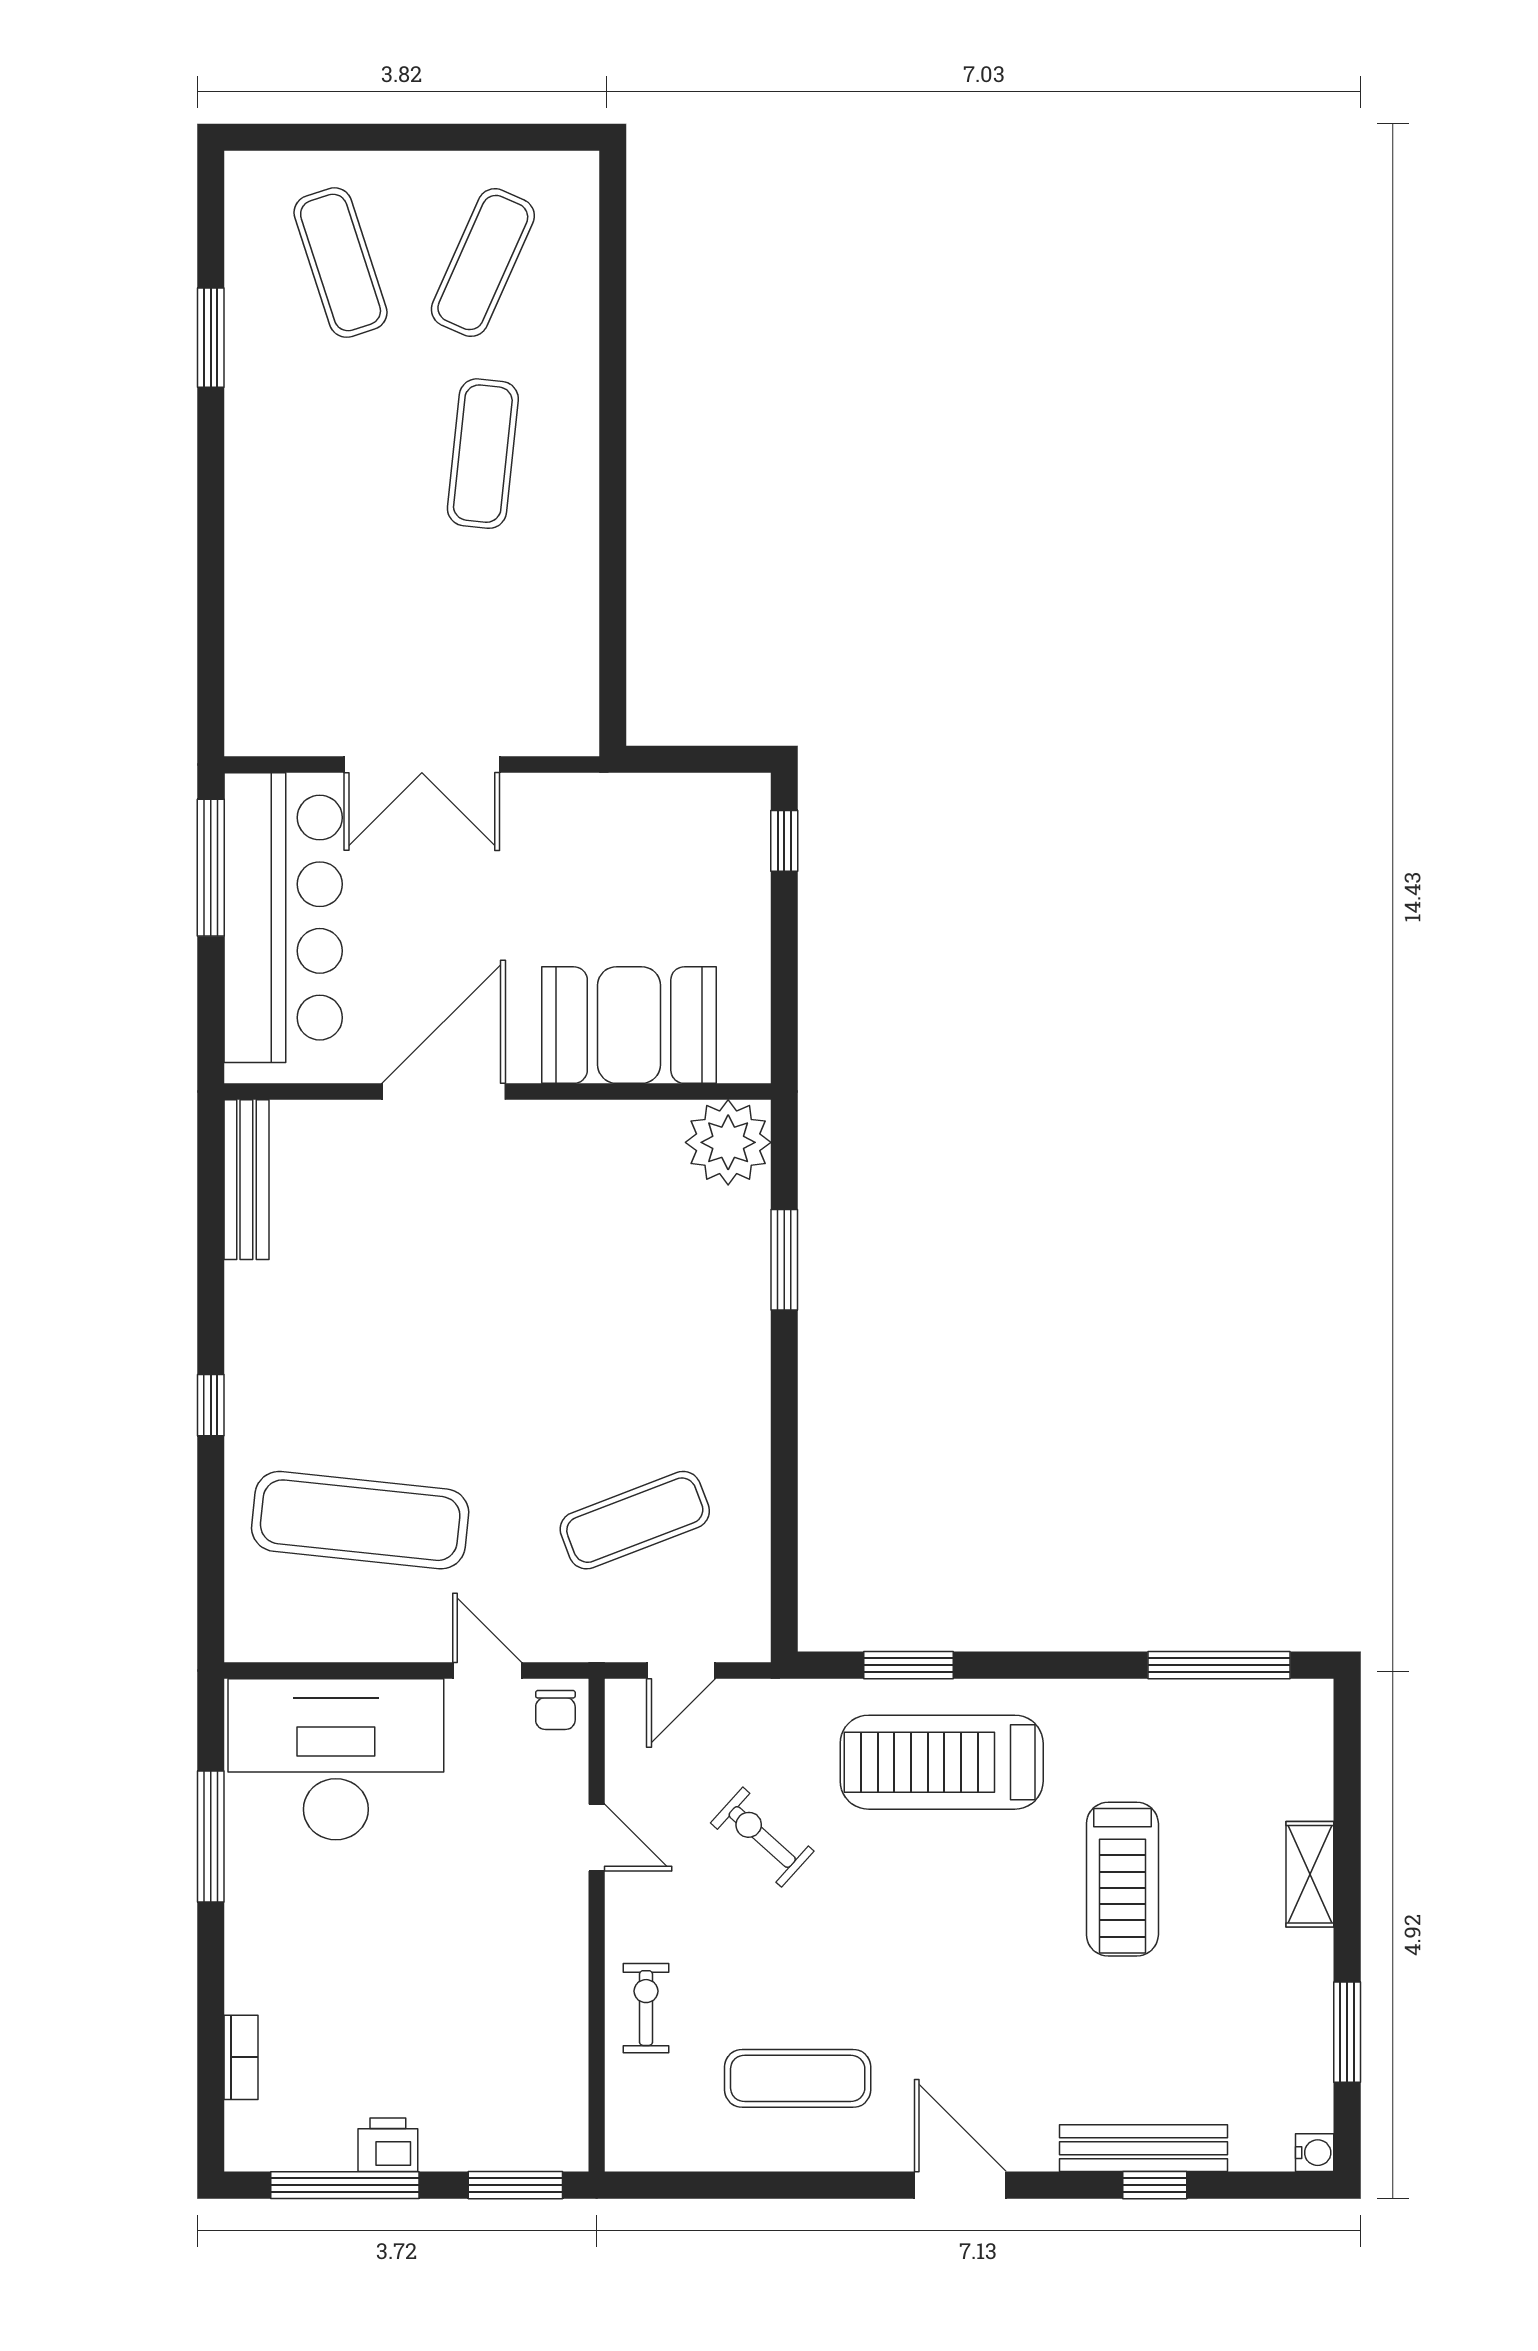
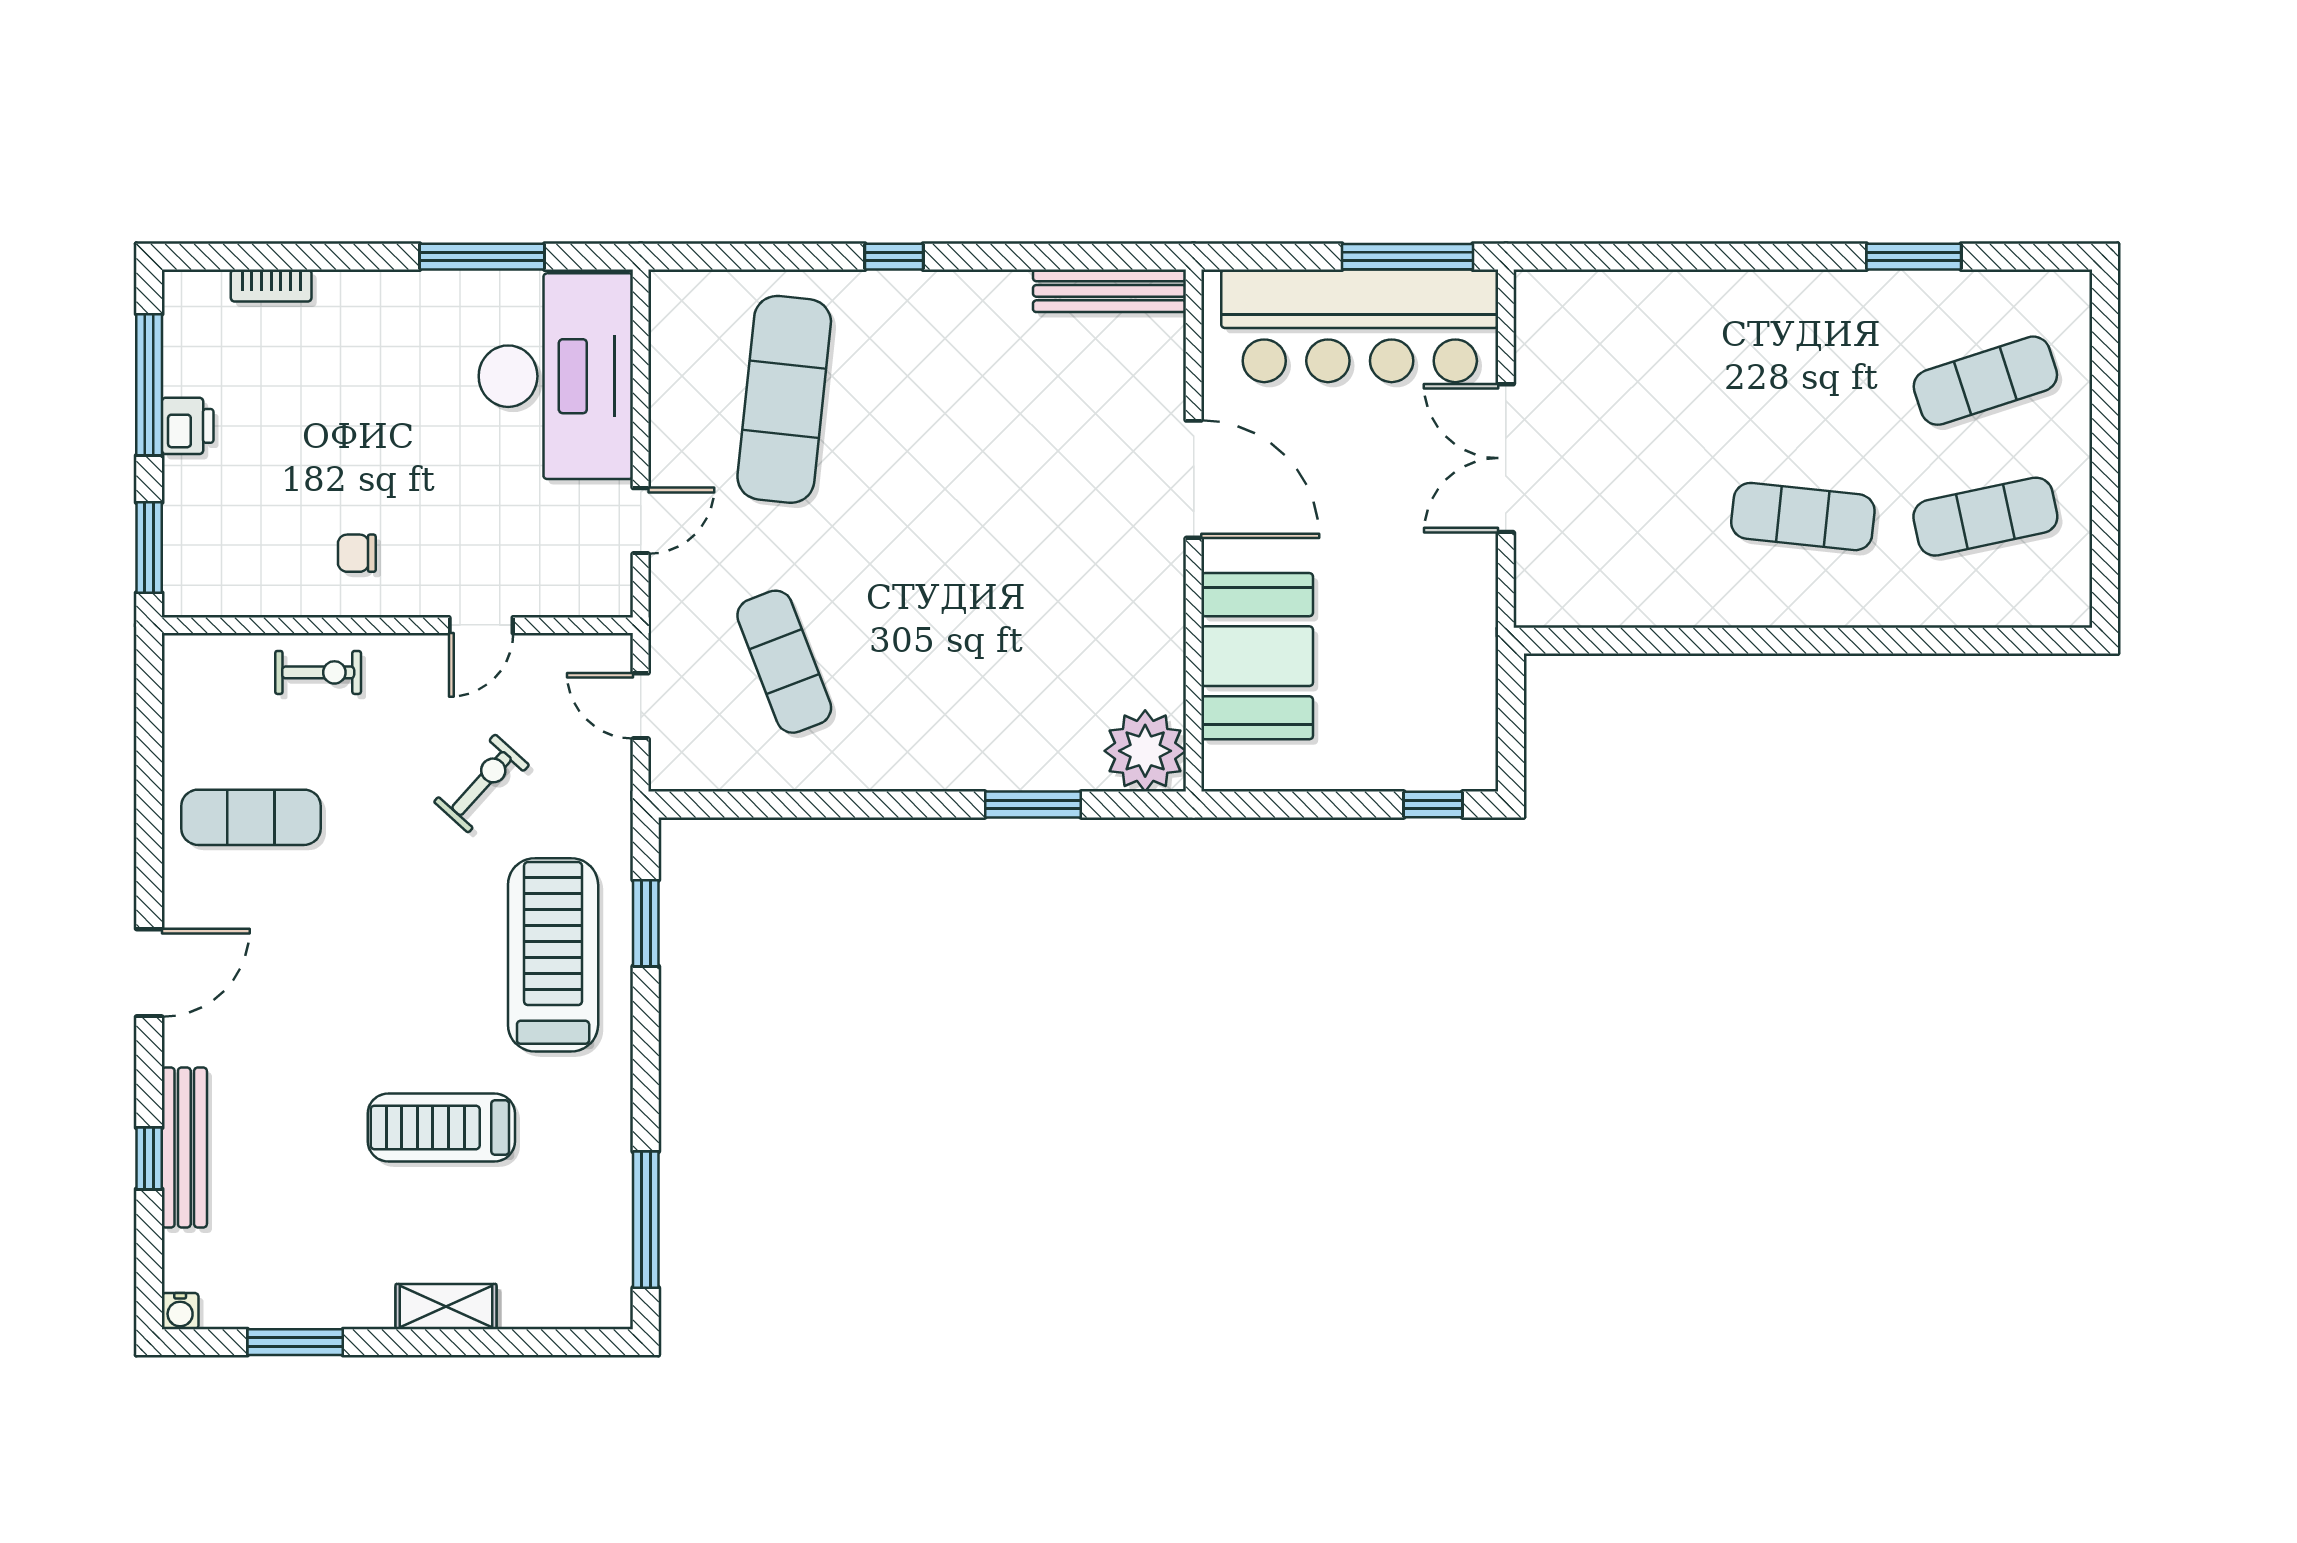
exercise mat: (483, 263) -> (1985, 517), turned -36
chair: (555, 1710) -> (357, 553), moved
exercise mat: (798, 2078) -> (251, 817), turned 90

